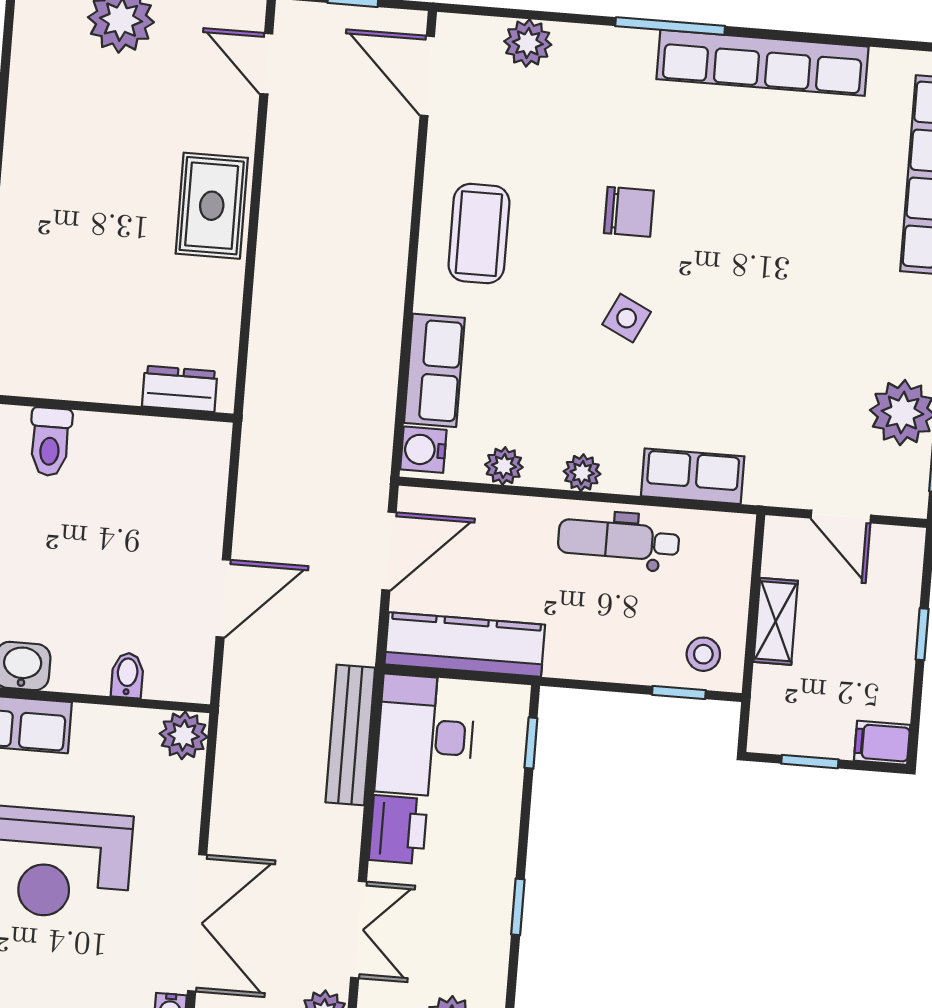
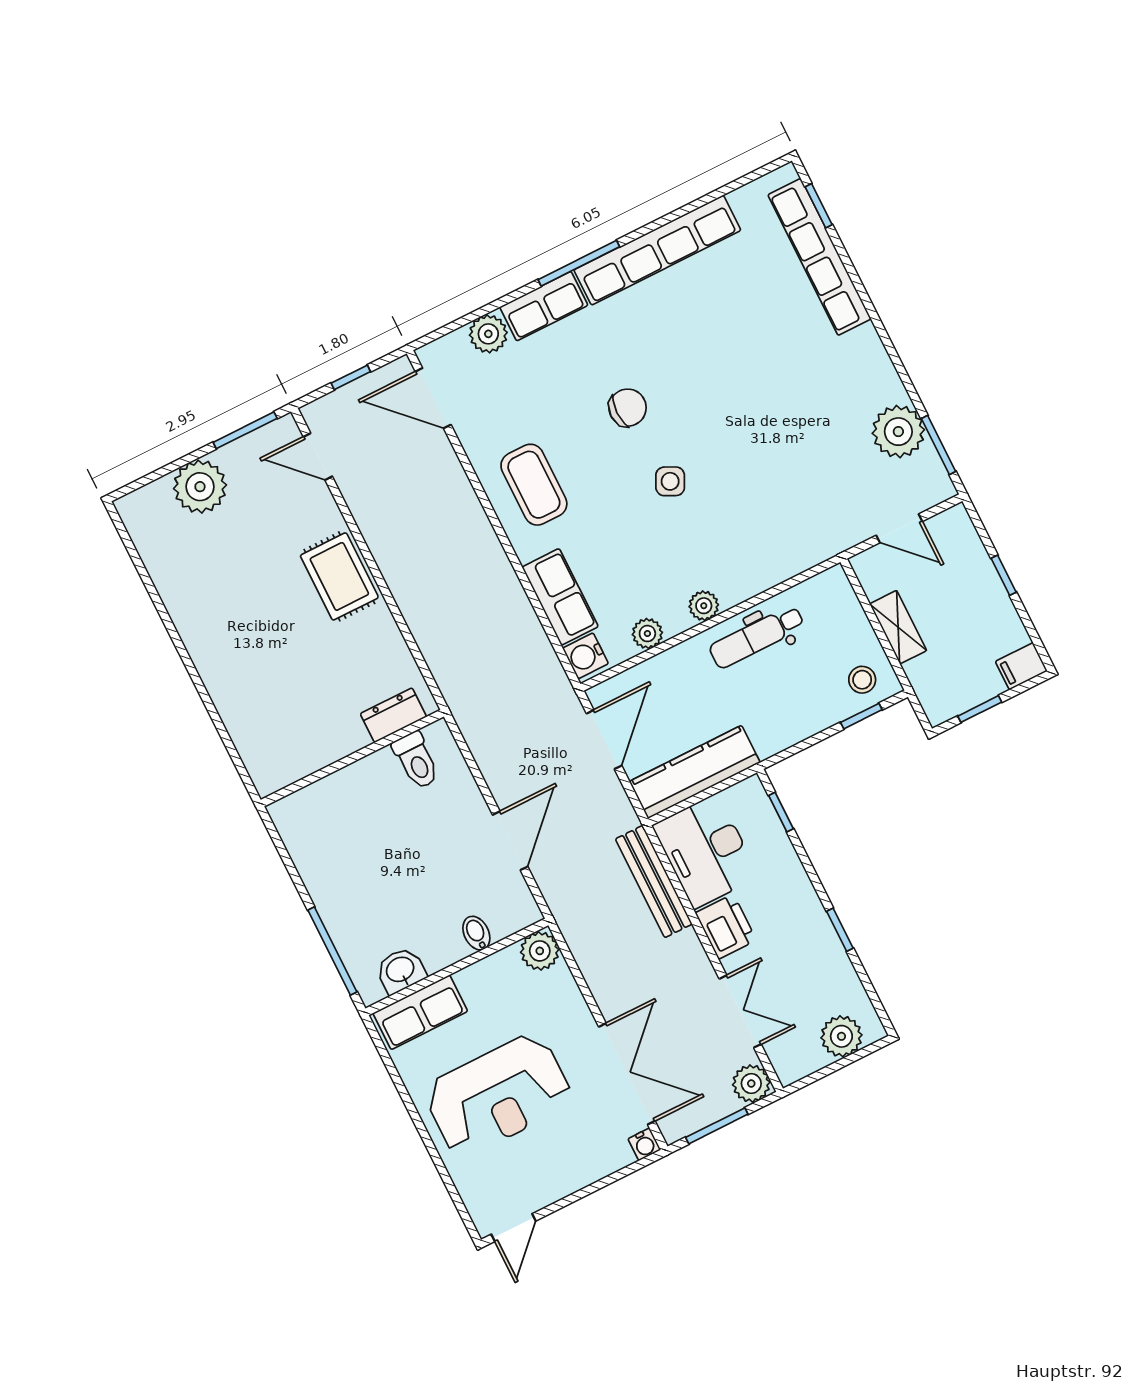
toilet: (50, 442) -> (416, 760), moved
row of seats: (693, 476) -> (544, 306), moved, turned 180

